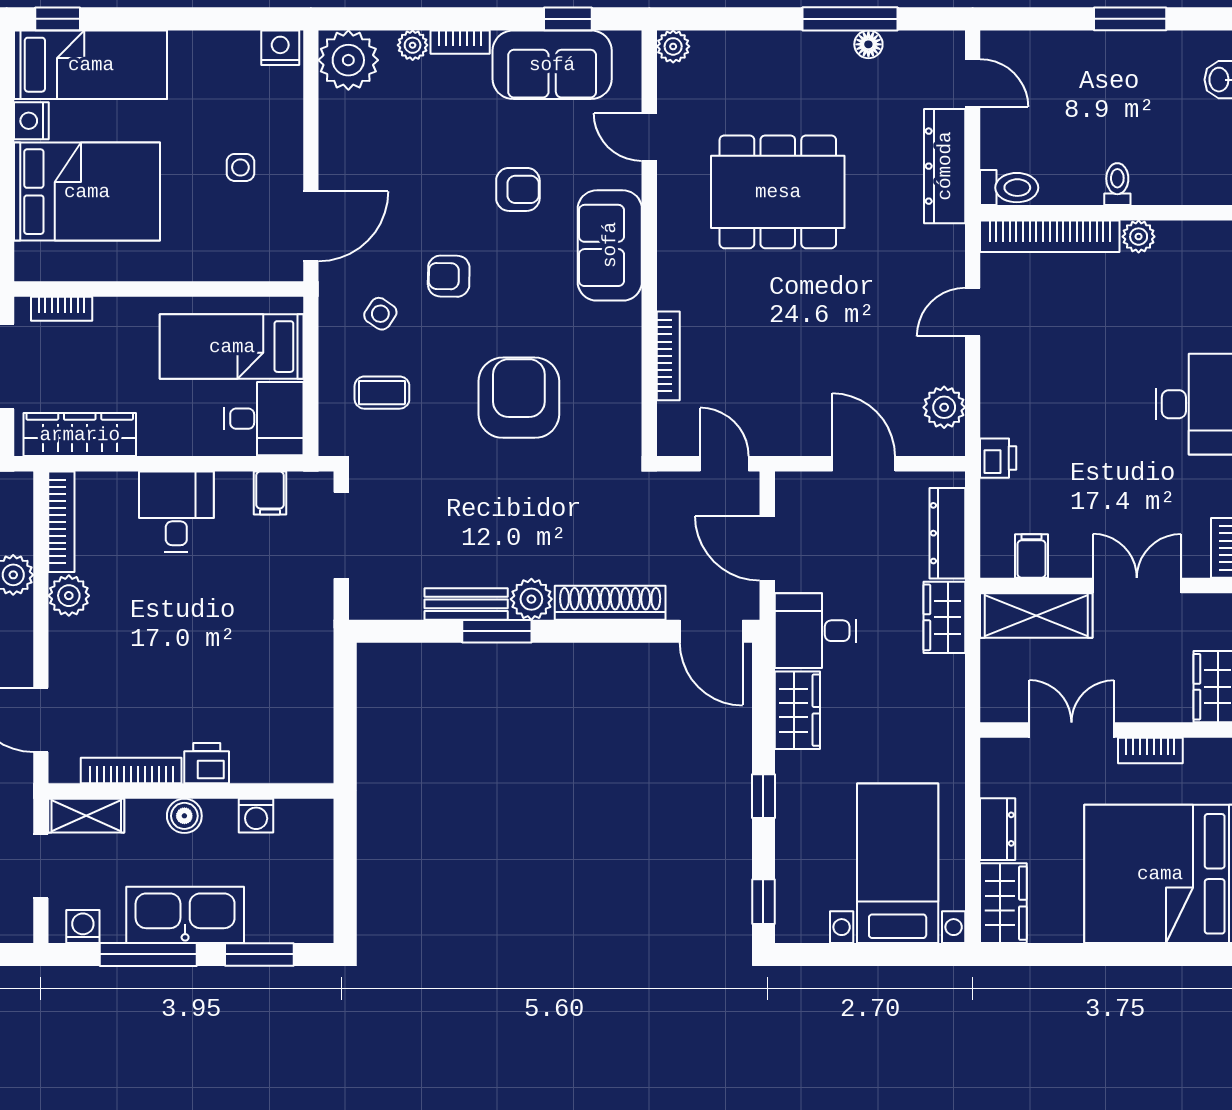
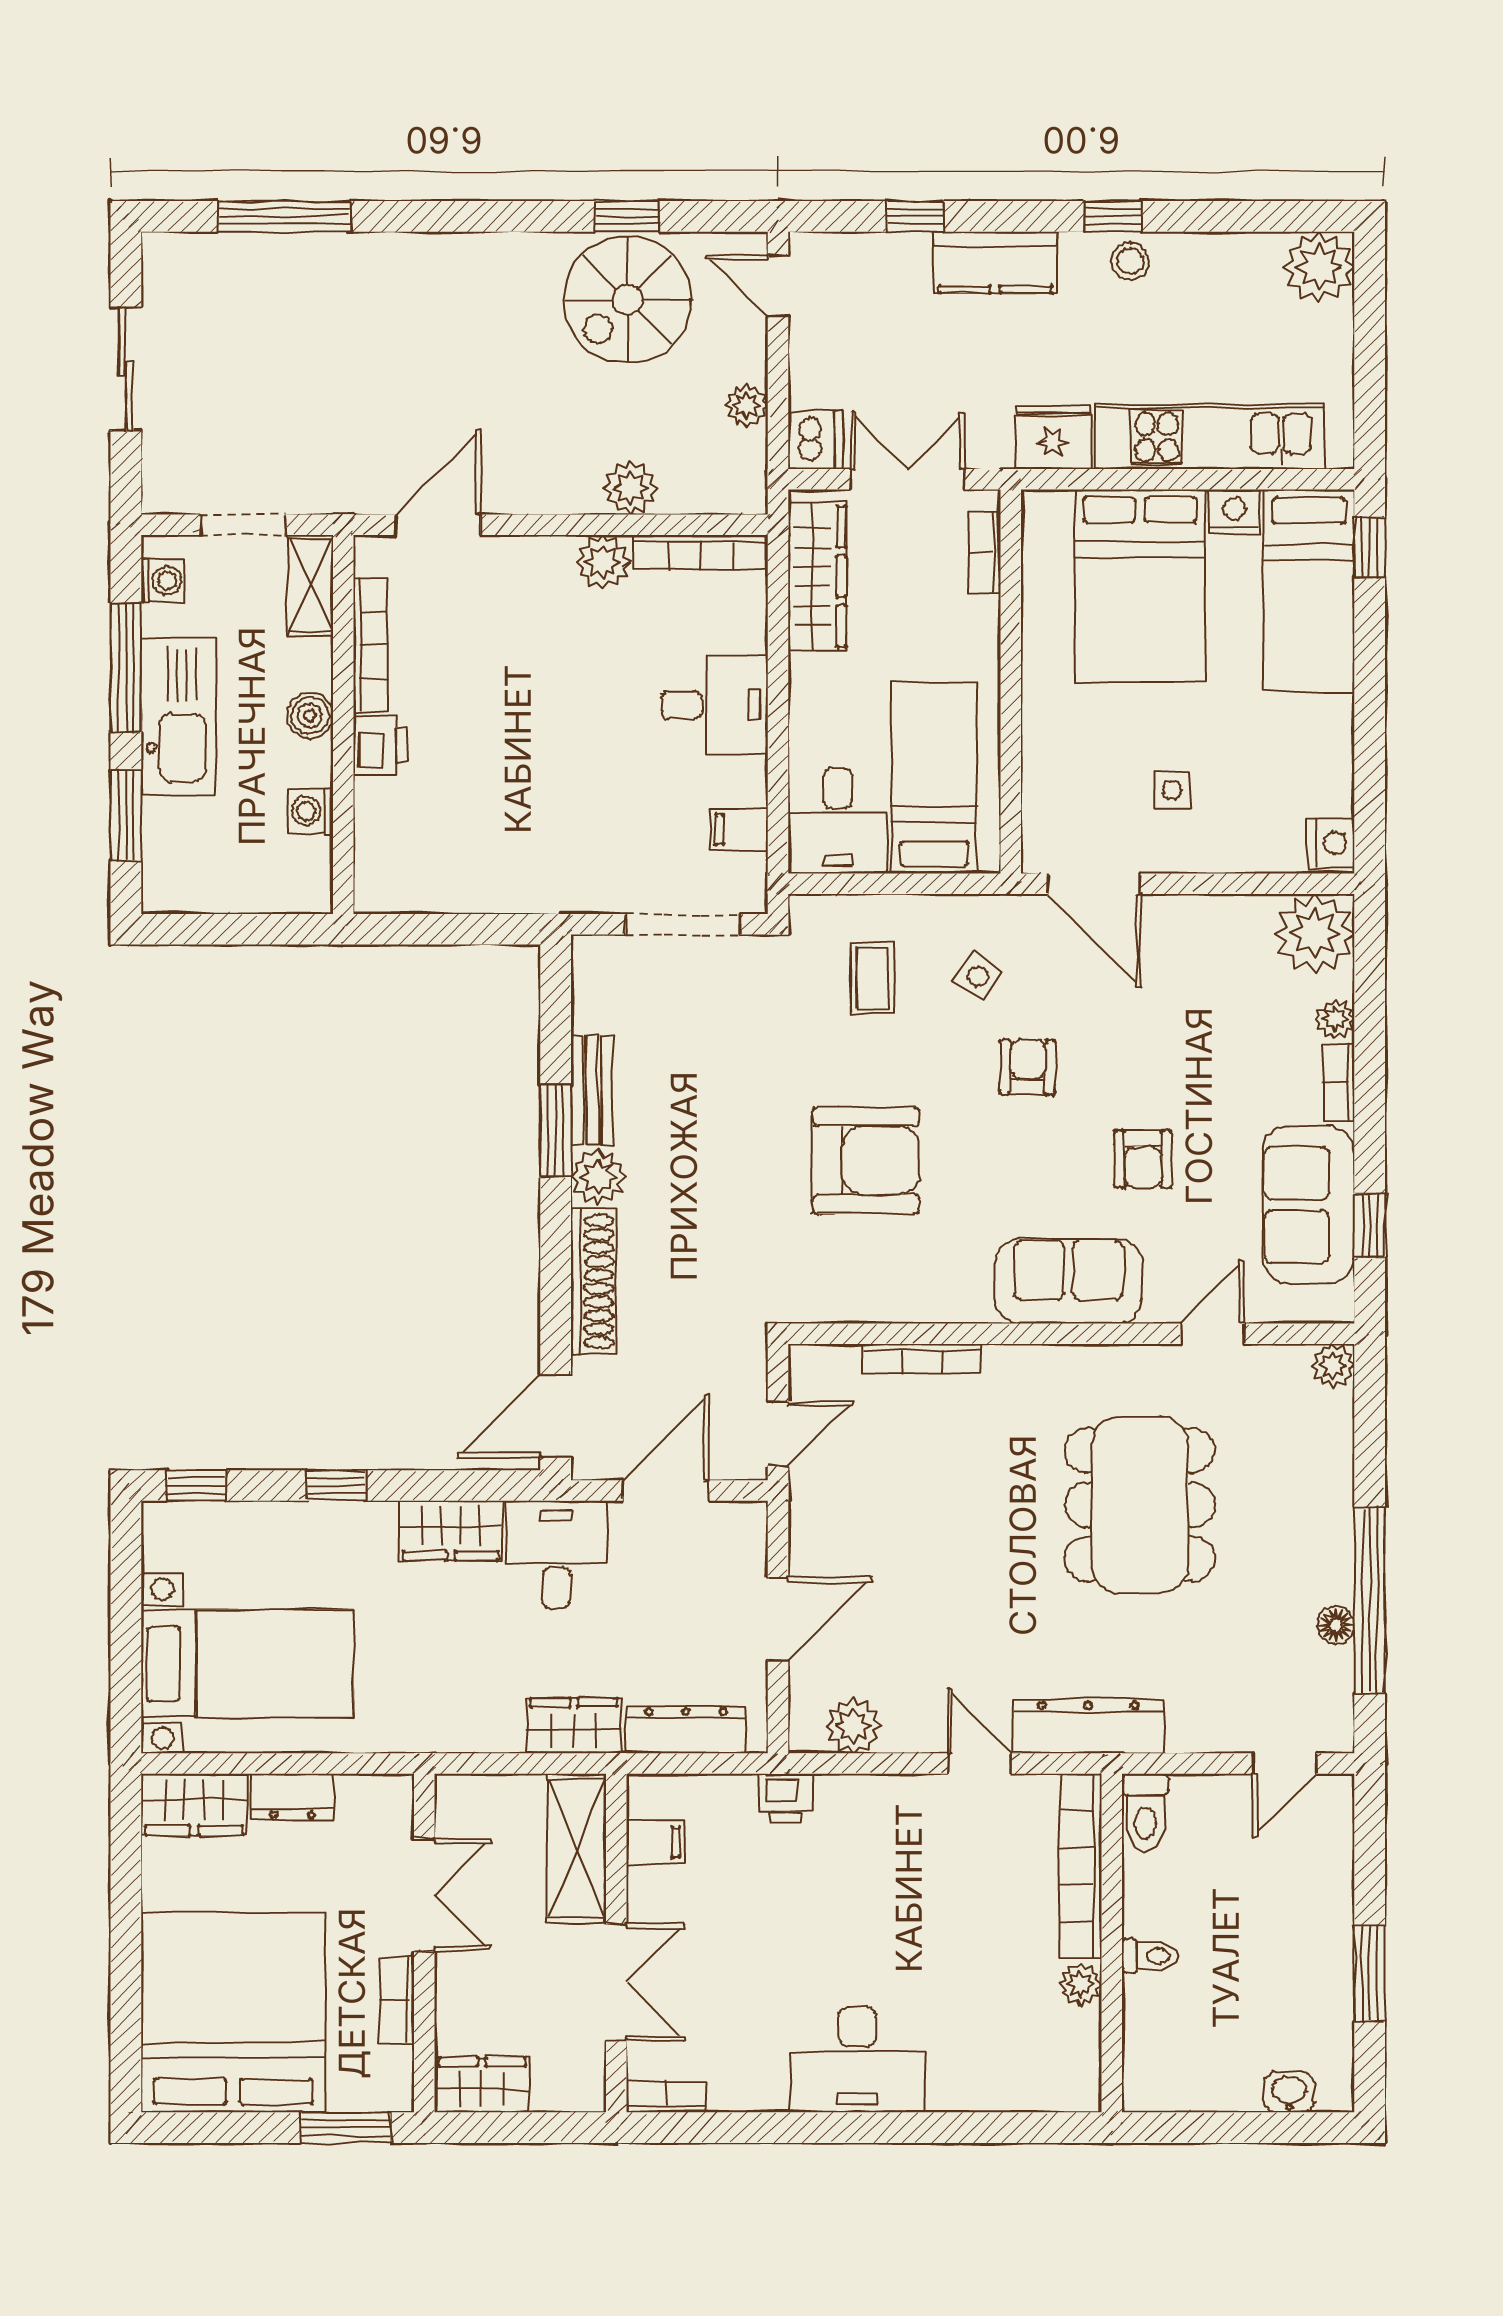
window: (850, 19) -> (1370, 1601), width x1.46
dresser: (945, 166) -> (1088, 1726), moved

